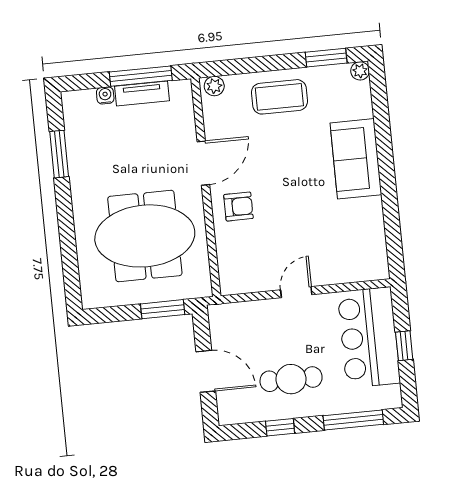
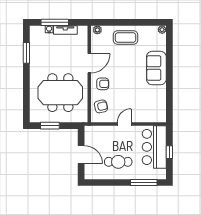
window: (326, 58) -> (148, 22), removed
window: (141, 76) -> (55, 22), moved
armchair: (240, 258) -> (101, 106), added
window: (163, 309) -> (50, 126), moved
window: (280, 427) -> (111, 183), removed

